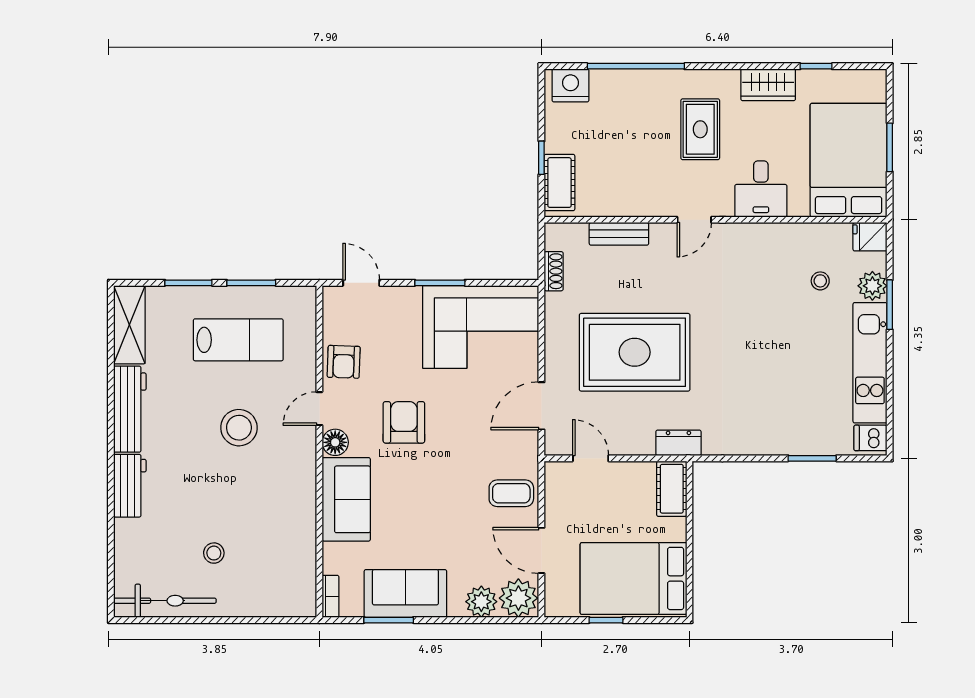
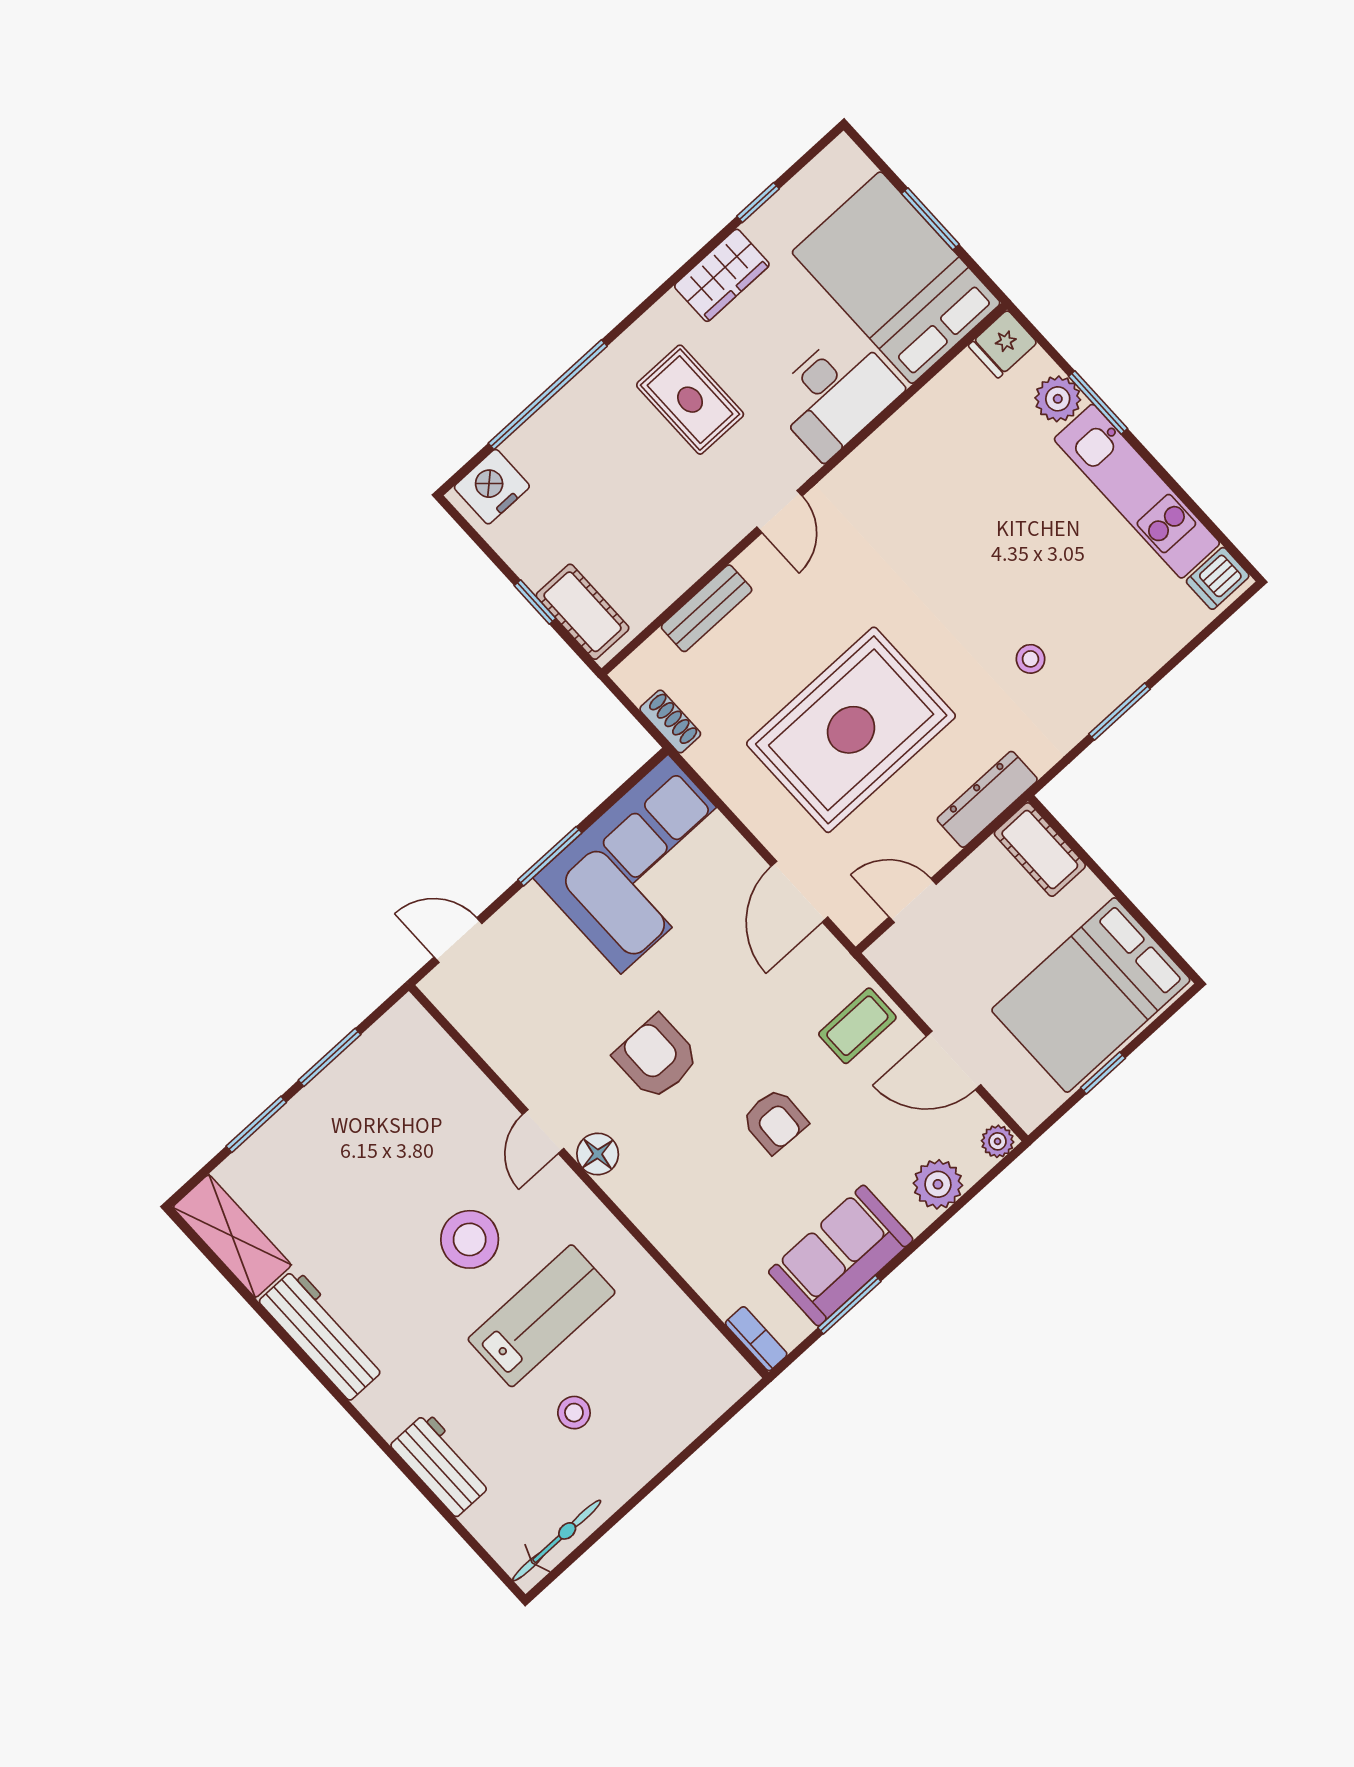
desk: (761, 189) -> (836, 394), width x1.37
stool: (820, 281) -> (1030, 659), moved
lab bench: (238, 340) -> (542, 1316), moved
armchair: (344, 362) -> (775, 1121), moved
dresser: (678, 443) -> (987, 799), width x1.44
window: (812, 458) -> (1120, 712), moved
workbench: (130, 486) -> (442, 1464), moved
sofa: (346, 499) -> (671, 1209), removed
plant: (518, 598) -> (998, 1141), width x0.53, depth x0.53
bicycle: (165, 601) -> (557, 1541), width x0.73, depth x0.71

